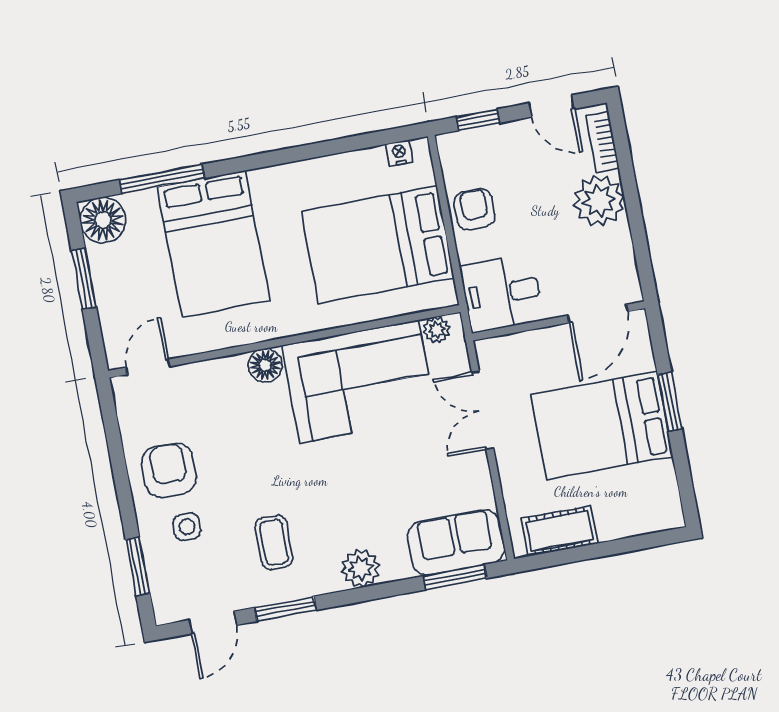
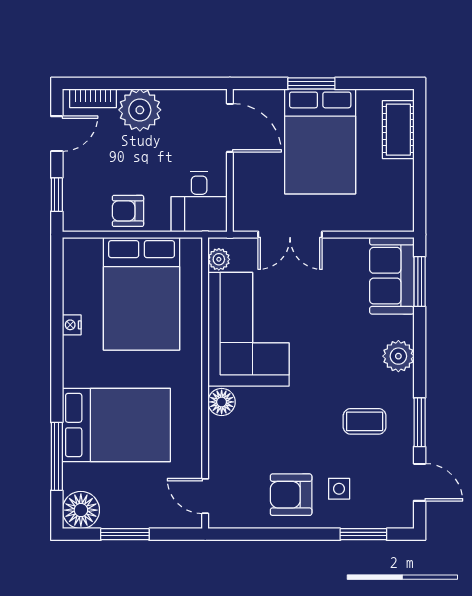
nightstand: (399, 153) -> (72, 325), moved
cot: (560, 531) -> (398, 130), moved

